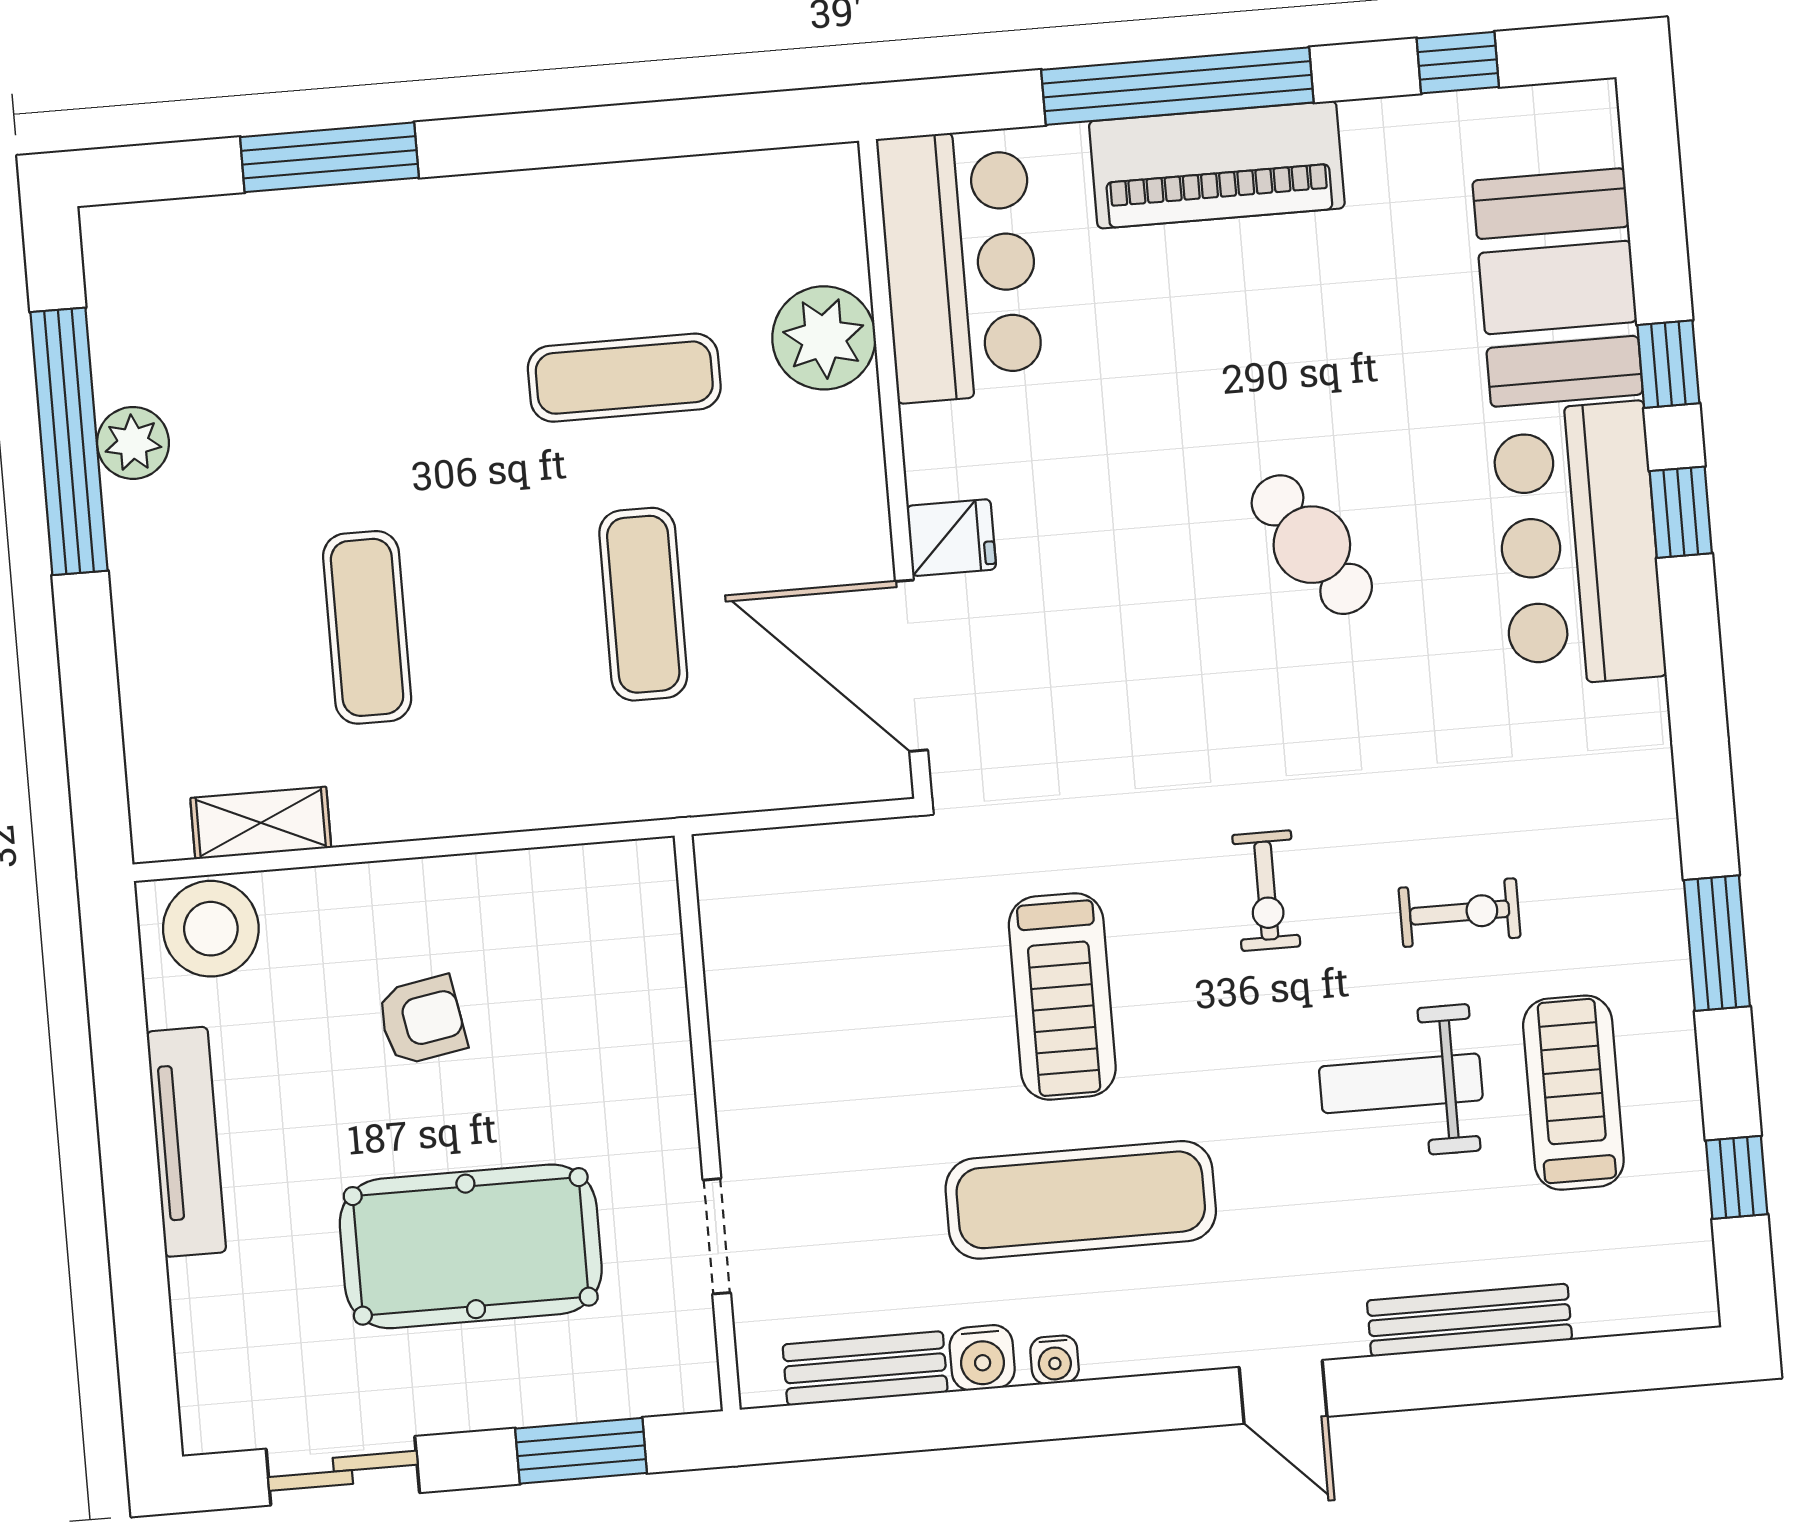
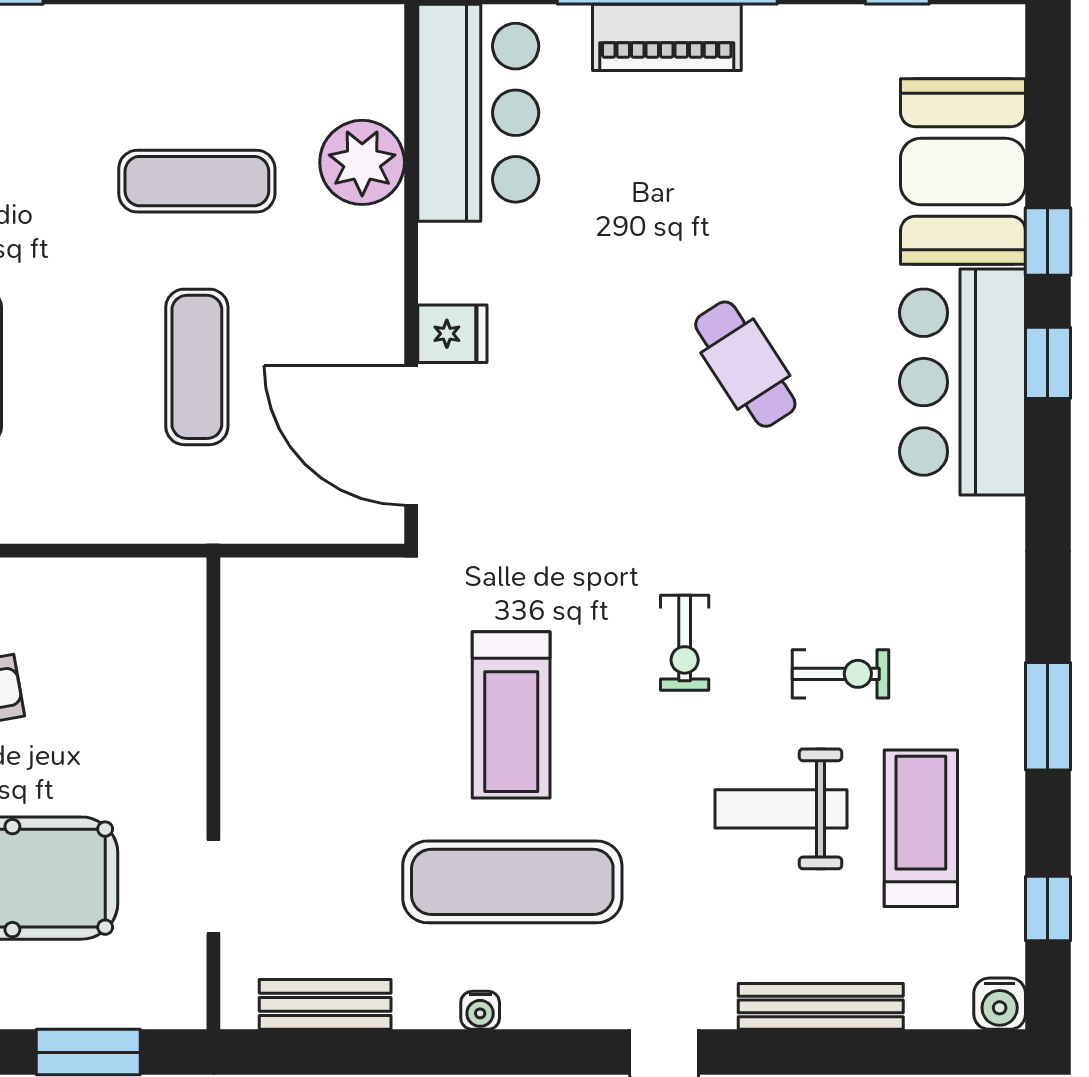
piano: (1217, 165) -> (667, 37), width x0.73, depth x0.75
water cooler: (982, 1358) -> (1000, 1004), moved

